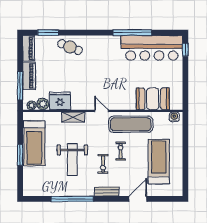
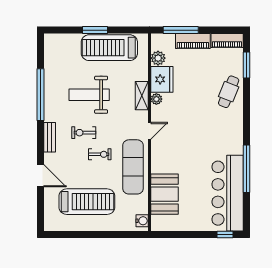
plant: (32, 105) -> (156, 99), moved

